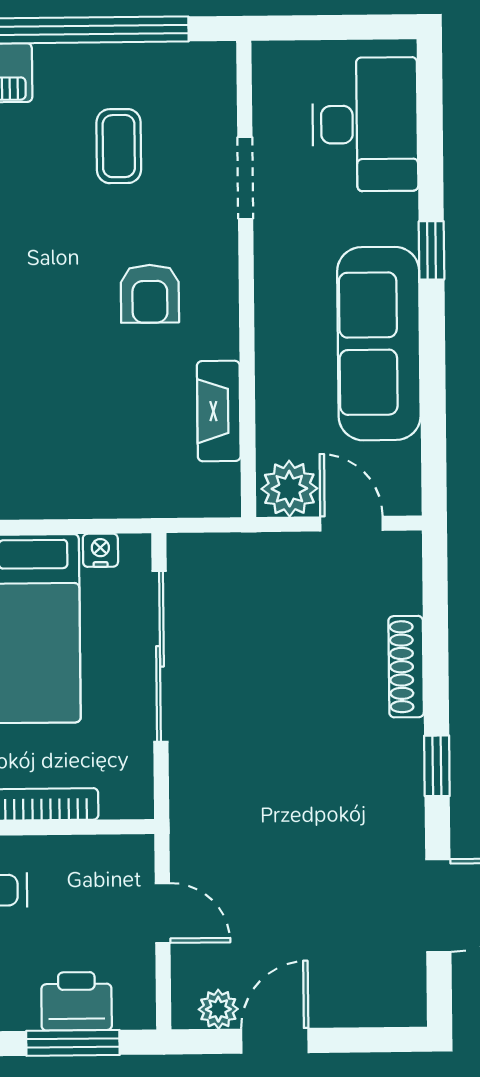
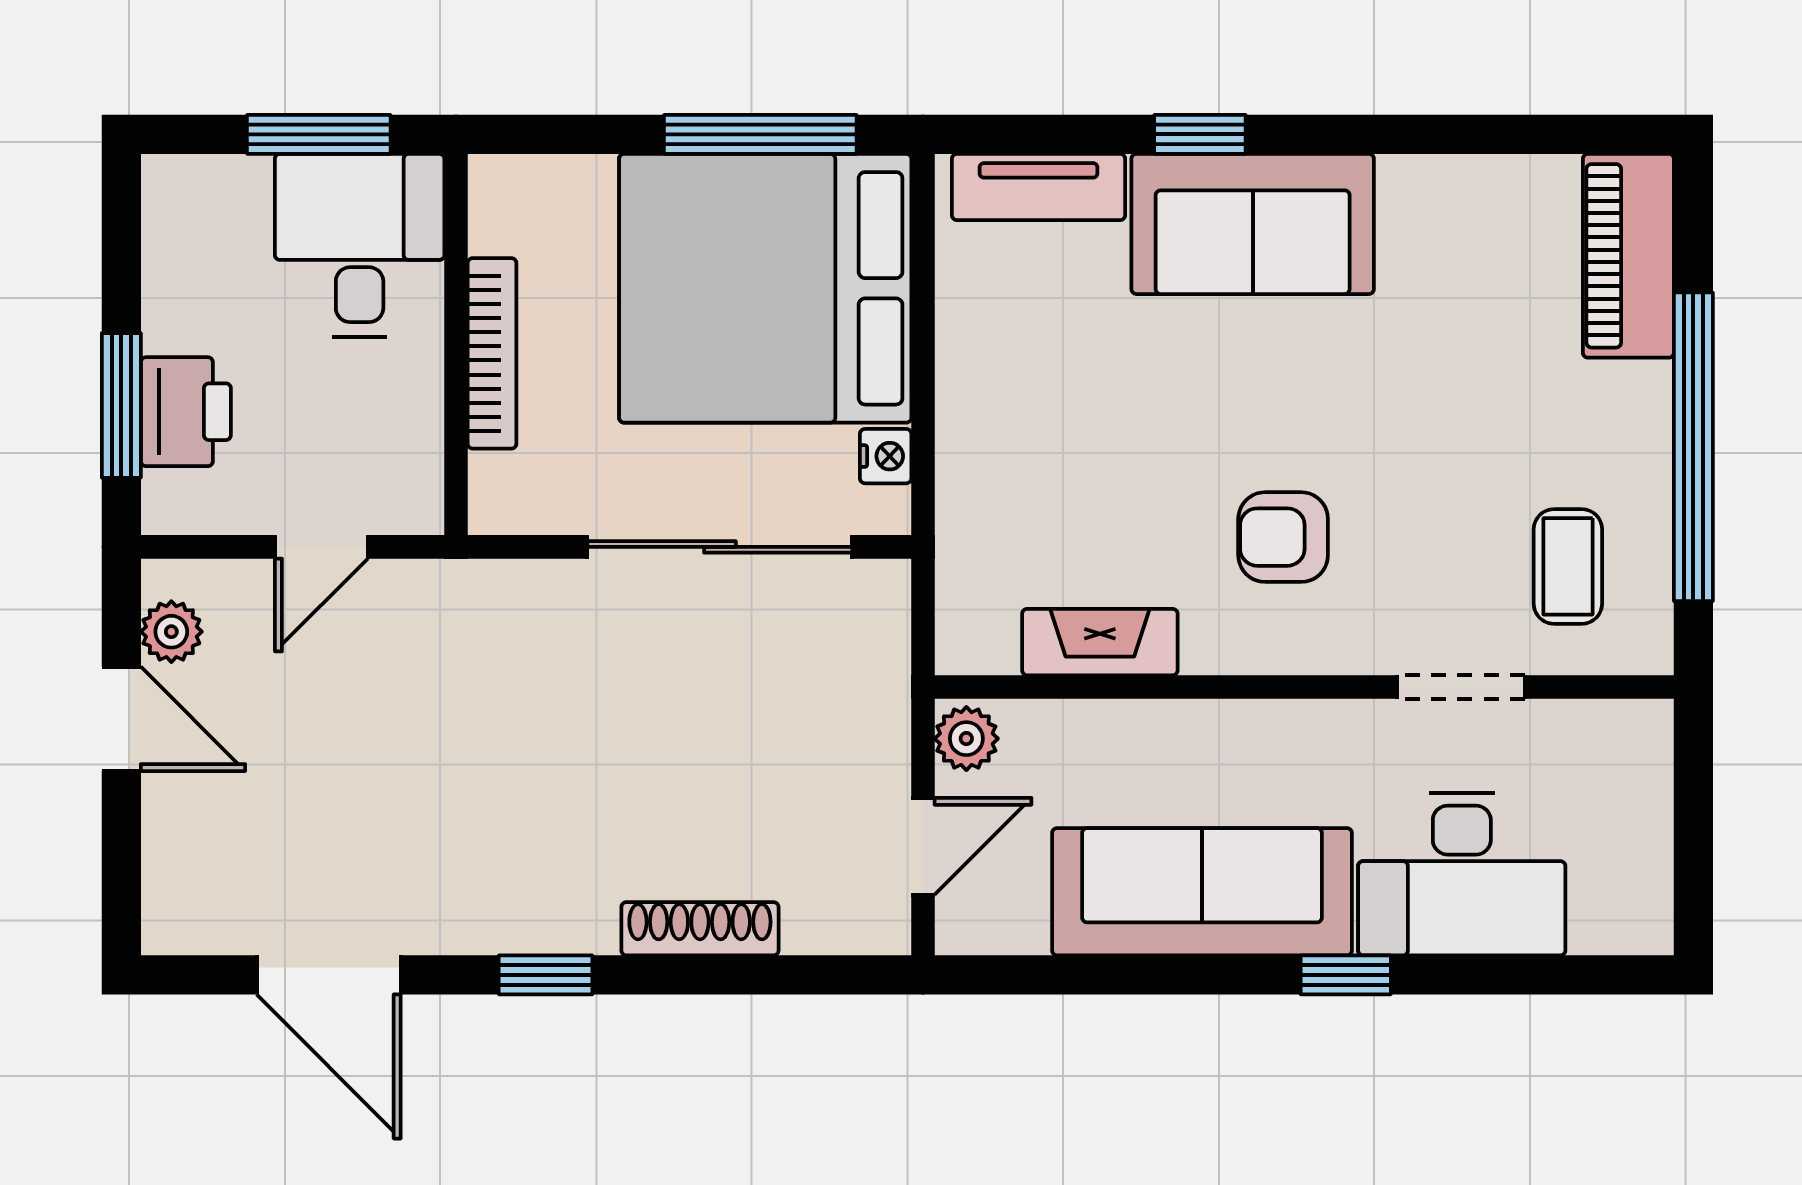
desk: (365, 124) -> (1462, 874), moved
coffee table: (119, 146) -> (1568, 566), moved, turned 90
plant: (289, 489) -> (966, 739), width x0.73, depth x0.73

